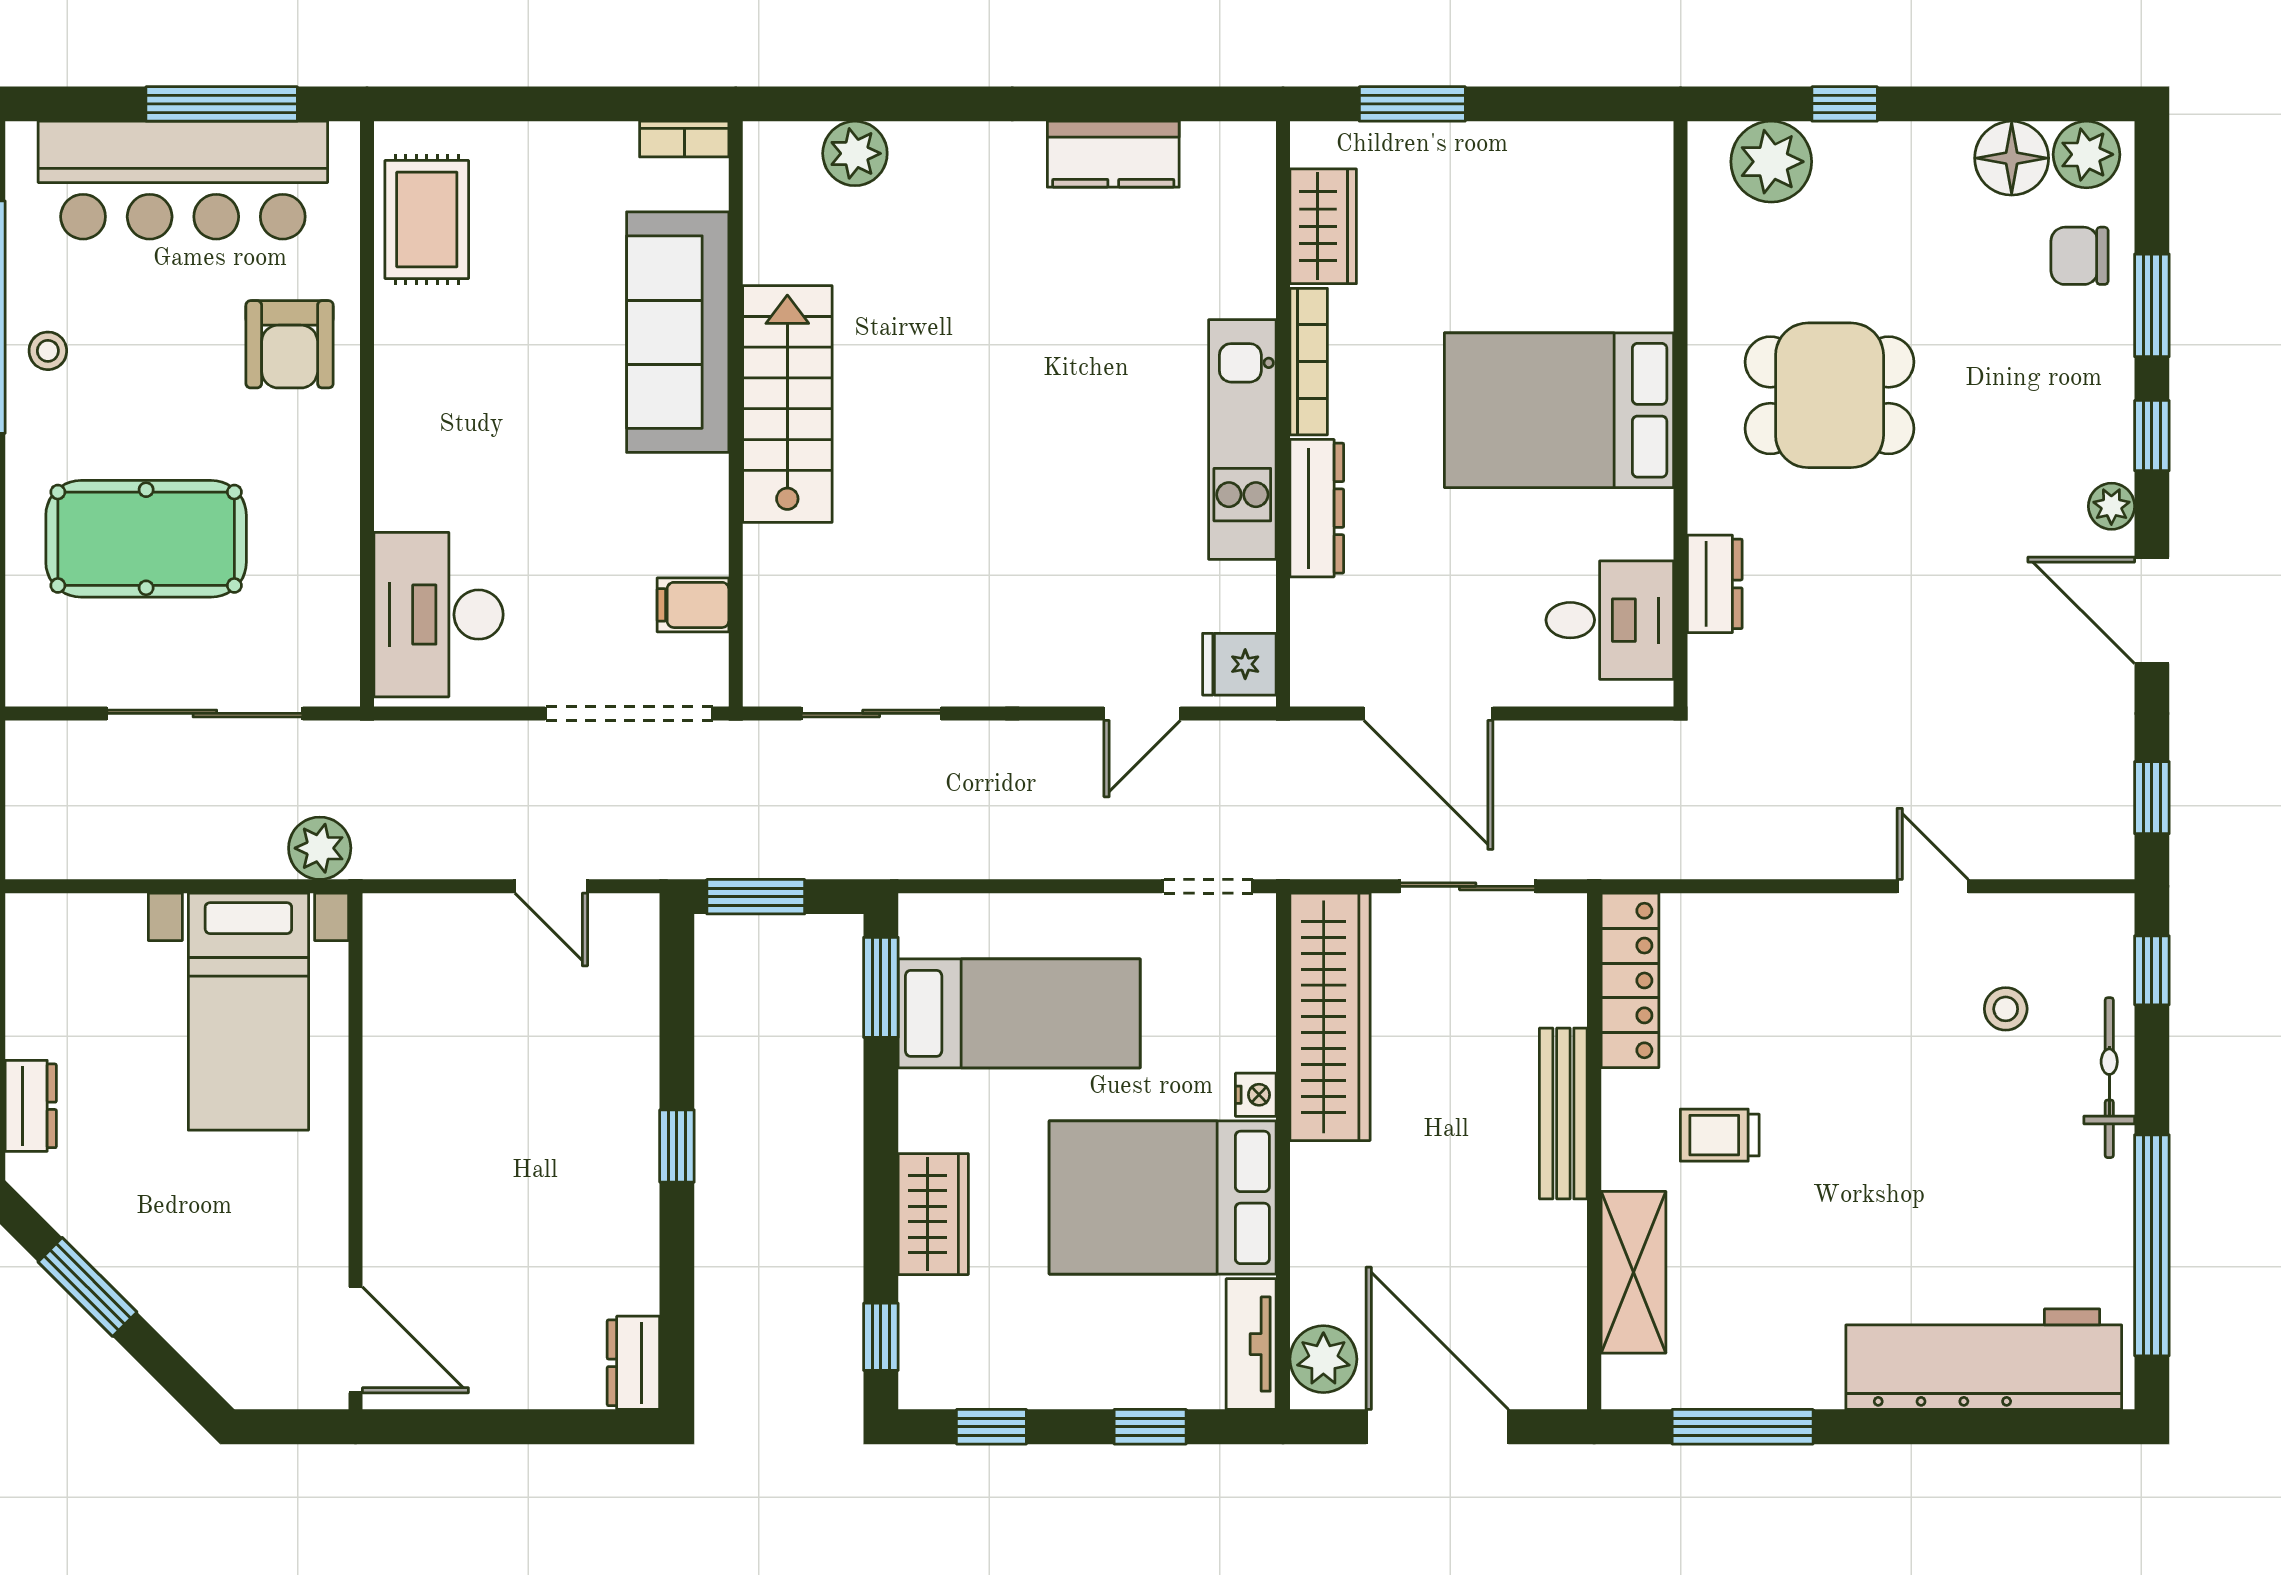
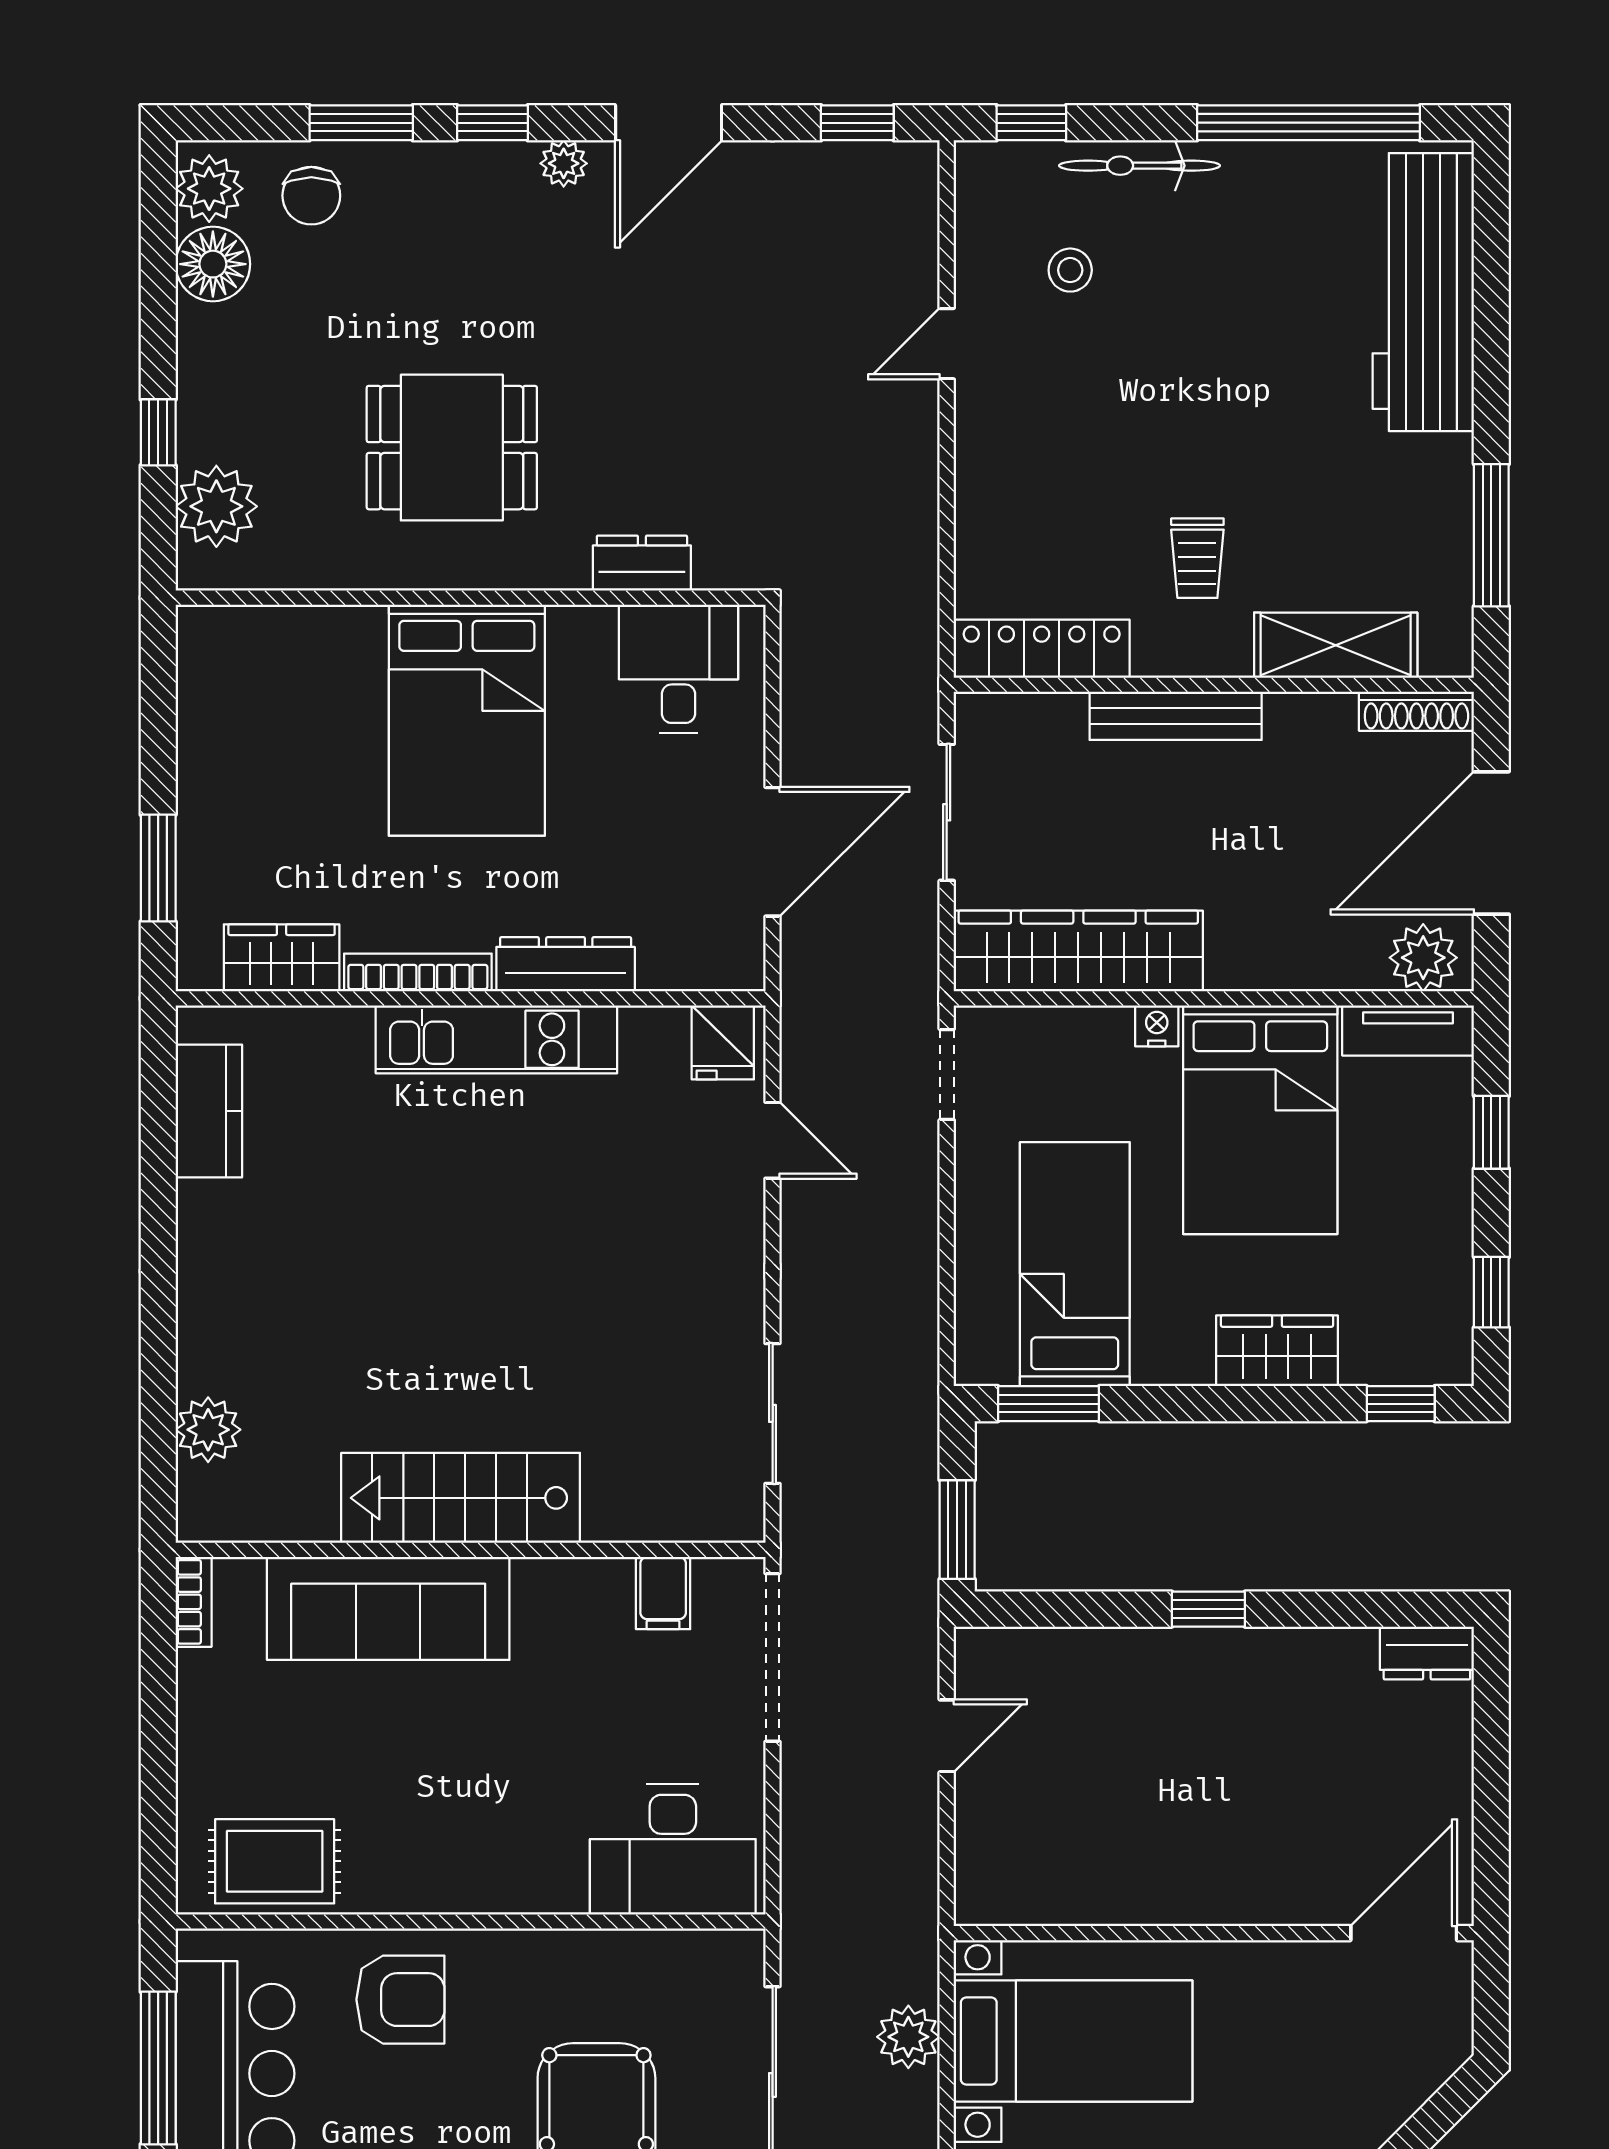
kitchen counter: (1113, 154) -> (209, 1111), moved
dining table: (1830, 395) -> (452, 448), turned 90
plant: (320, 848) -> (908, 2037), moved
shoe rack: (1568, 1352) -> (1416, 711), added

